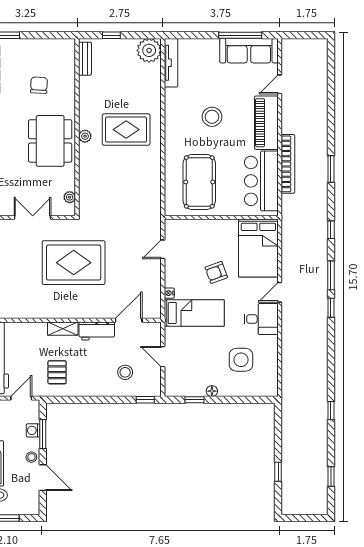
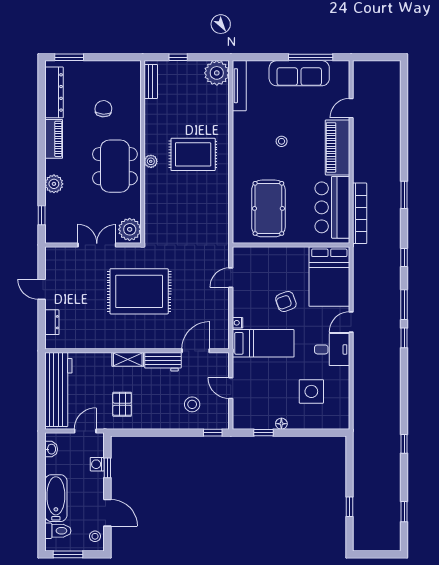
sofa: (249, 51) -> (299, 73), moved
stool: (212, 117) -> (282, 141), width x0.53, depth x0.53
bookcase: (288, 164) -> (360, 213), moved
plant: (70, 197) -> (130, 229), width x1.88, depth x1.88
window: (43, 434) -> (107, 468), width x0.67
stool: (31, 457) -> (95, 536), moved

